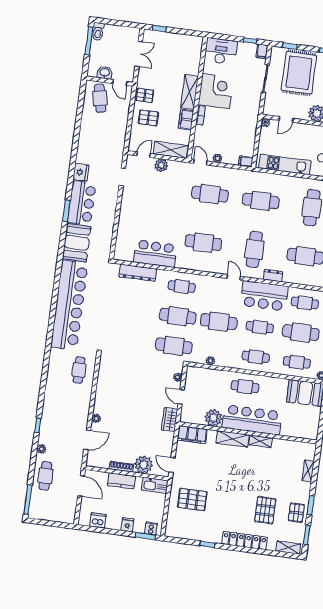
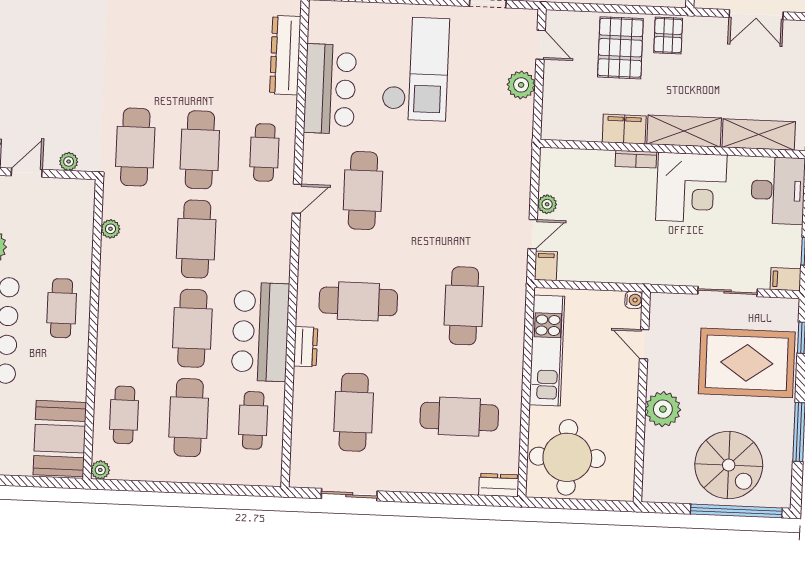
pallet: (148, 118) -> (620, 48), width x1.50, depth x1.42
shelving: (171, 150) -> (759, 134), moved, turned 90
door: (200, 162) -> (533, 234), moved
cafe table: (210, 194) -> (469, 195), removed
checkout: (149, 213) -> (416, 69), added
door: (234, 277) -> (297, 199), moved
cafe table: (260, 327) -> (192, 328), width x1.37, depth x1.35
cafe table: (256, 357) -> (128, 326), removed

